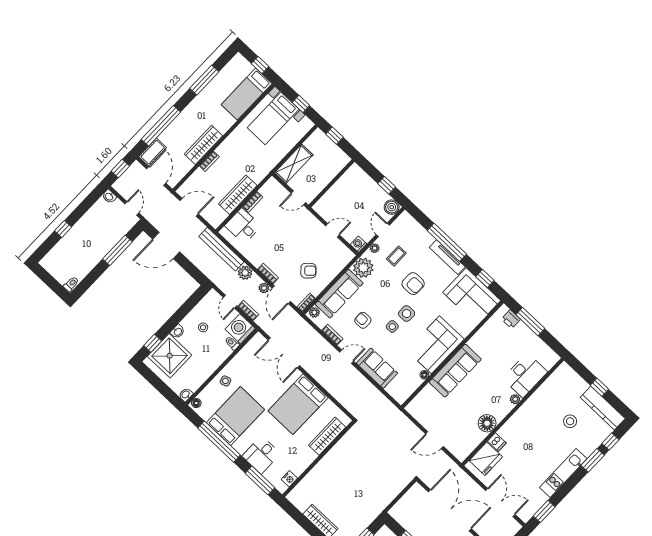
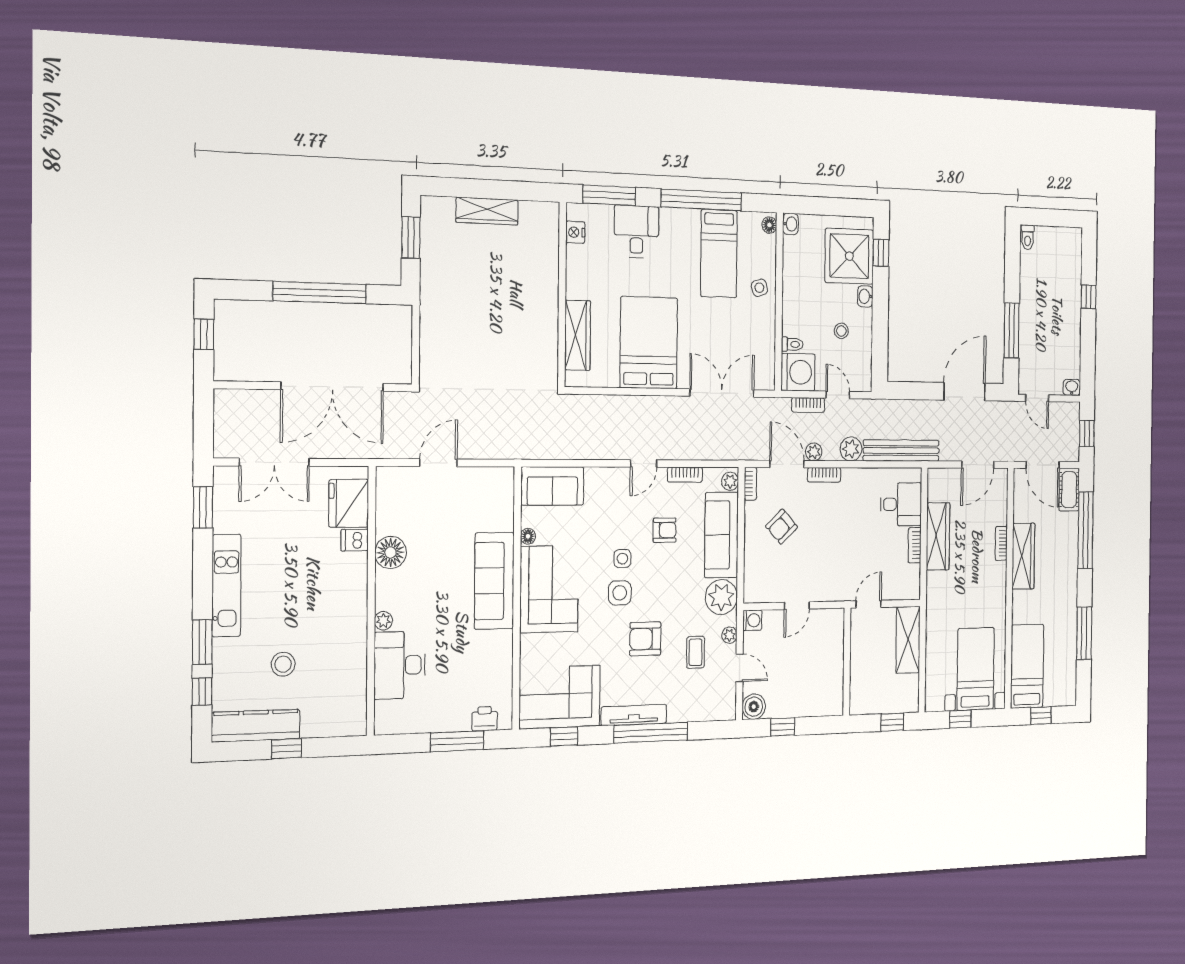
sofa: (377, 368) -> (552, 486), moved
bed: (235, 416) -> (719, 254), width x0.67

